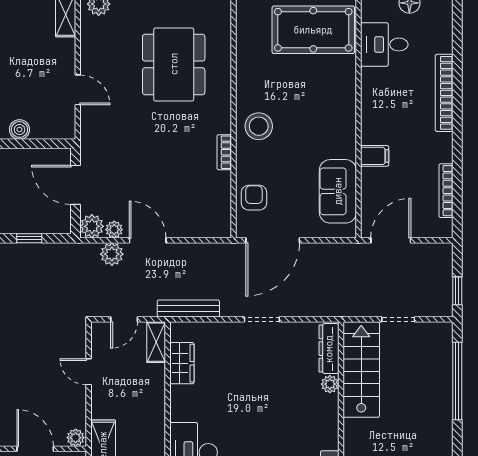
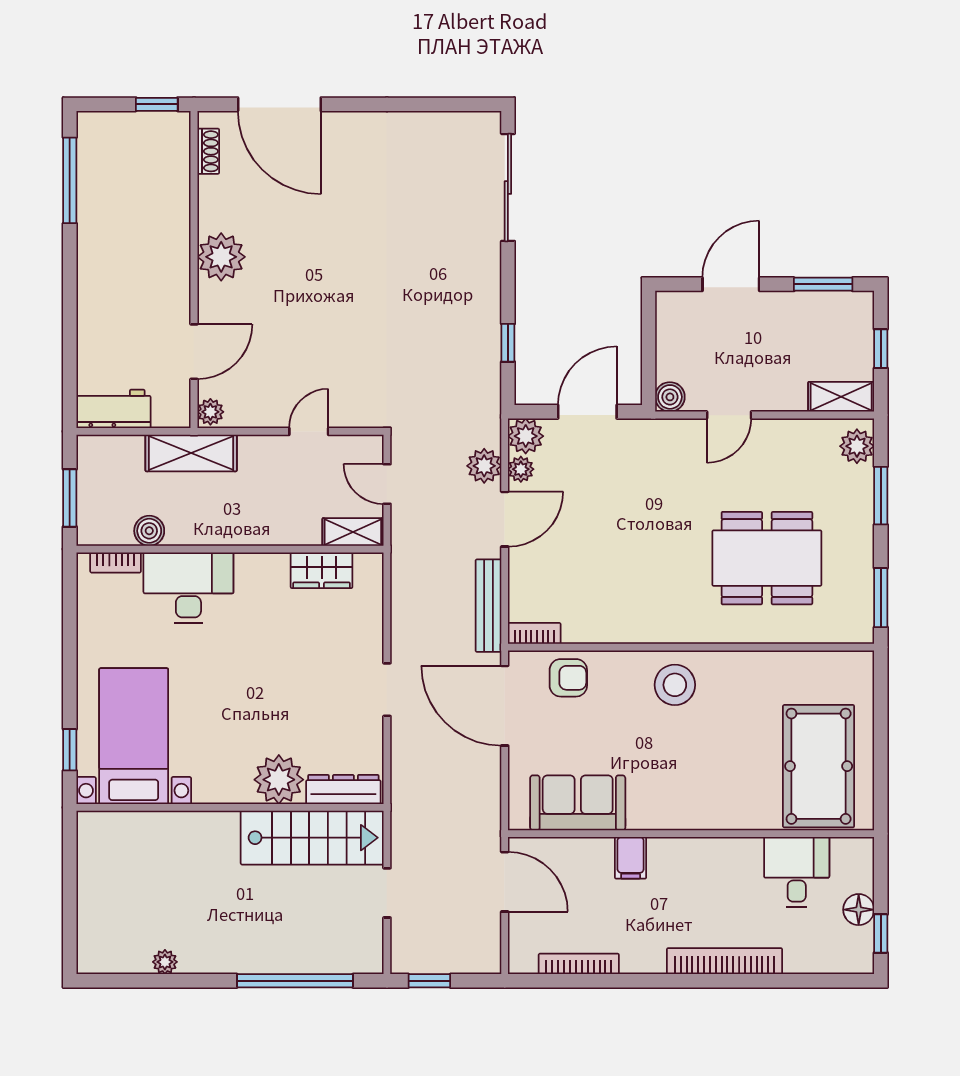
boiler: (19, 129) -> (670, 397), moved
bookcase: (224, 152) -> (534, 633), moved
bench: (188, 308) -> (488, 606), moved
plant: (330, 384) -> (279, 780), width x1.87, depth x1.87

